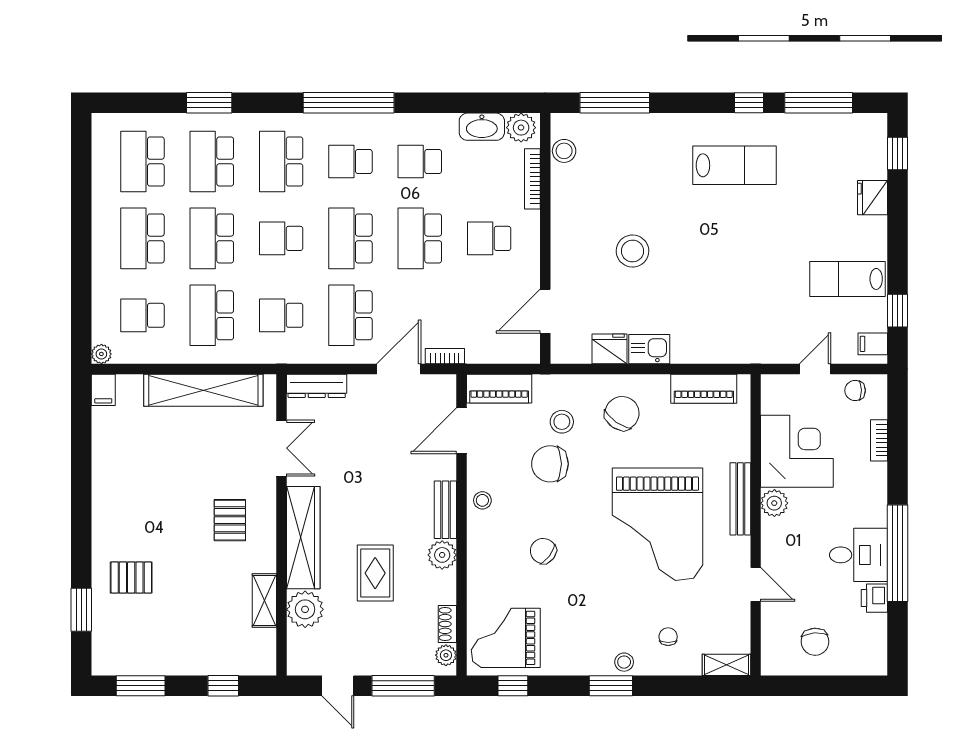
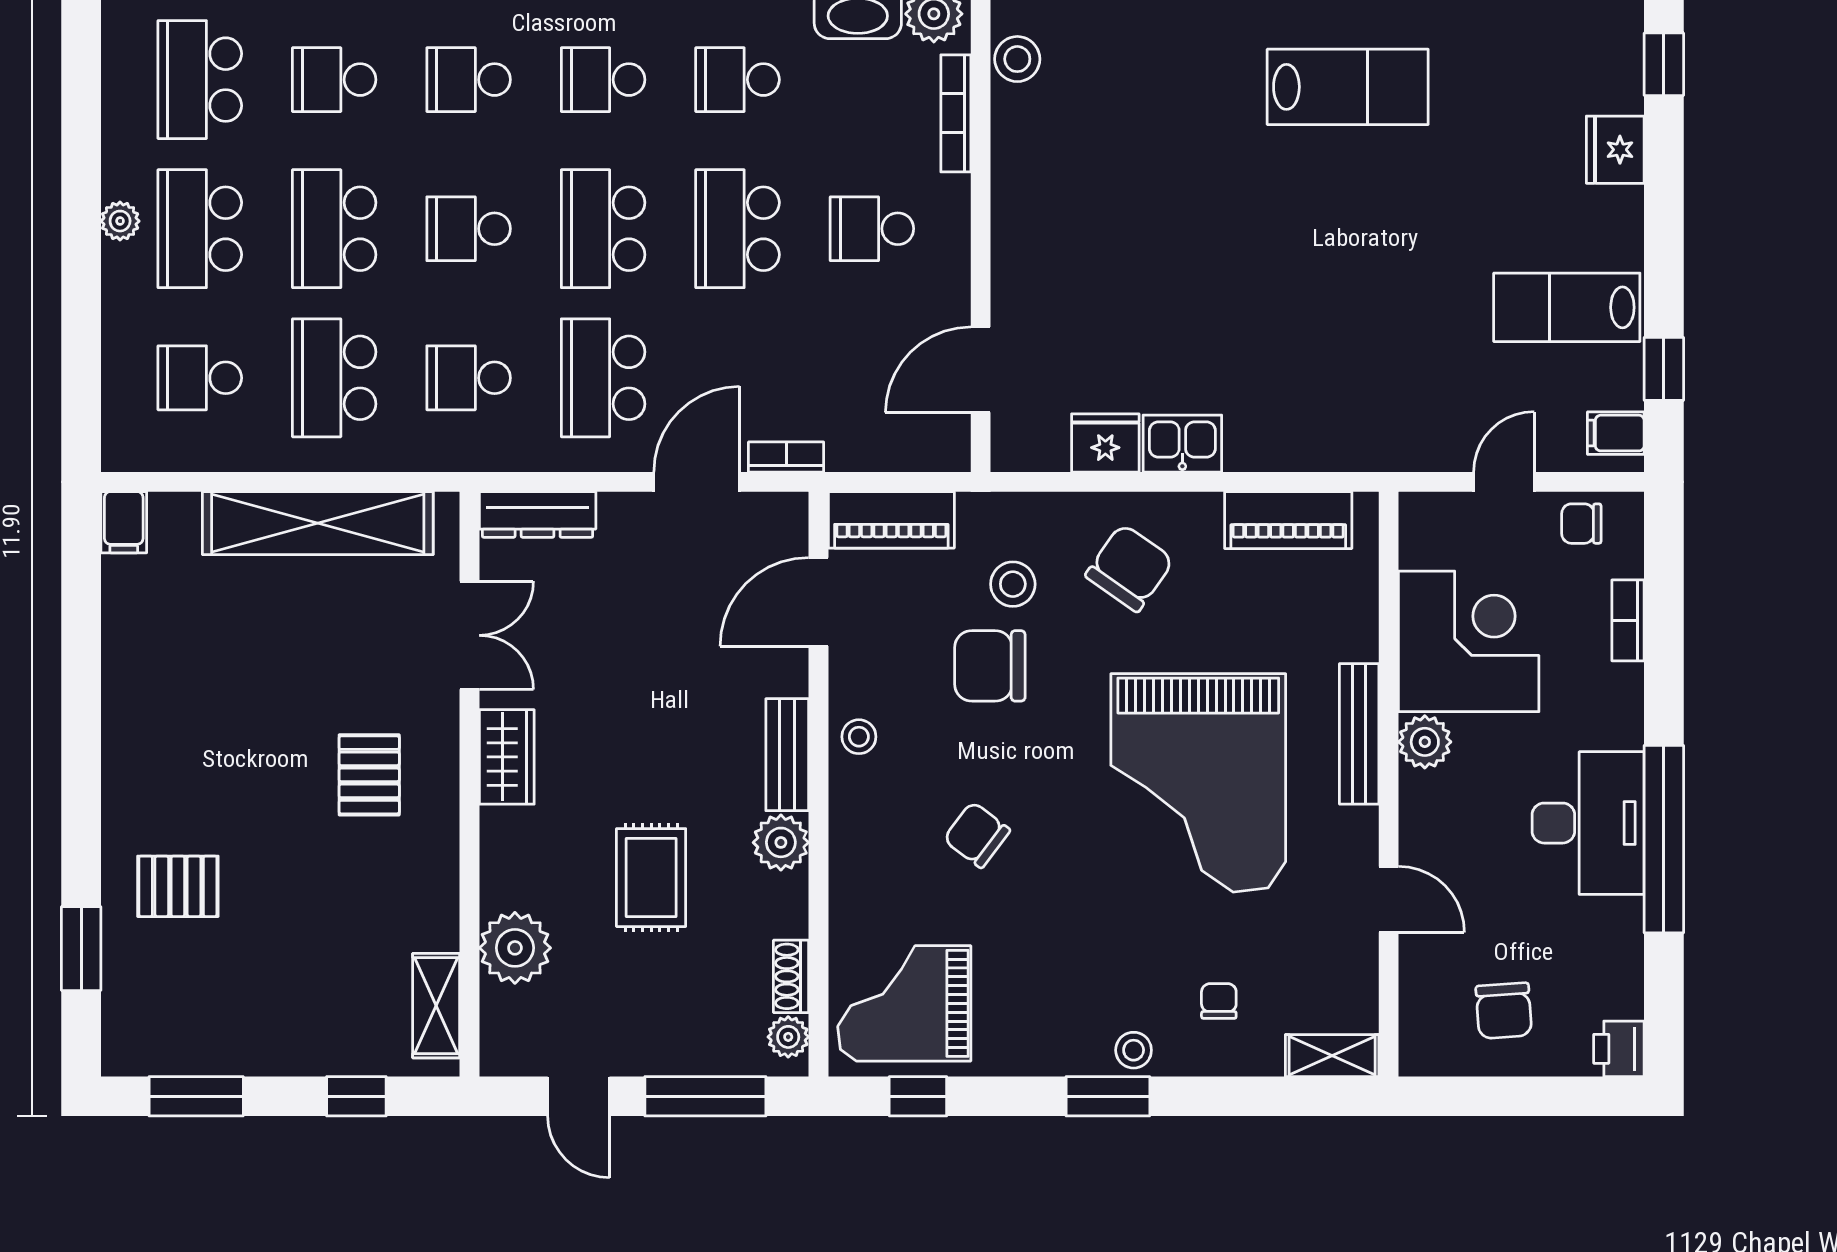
school desk: (212, 162) -> (334, 80), width x0.54
school desk: (281, 162) -> (469, 80), width x0.54
stool: (633, 251) -> (1150, 253), removed
plant: (101, 354) -> (120, 221), moved
wardrobe: (303, 538) -> (507, 757), width x0.48, depth x0.85
desk: (859, 555) -> (1588, 823), width x1.37
printer: (874, 598) -> (1619, 1049), moved
shelving: (264, 600) -> (436, 1006), moved

